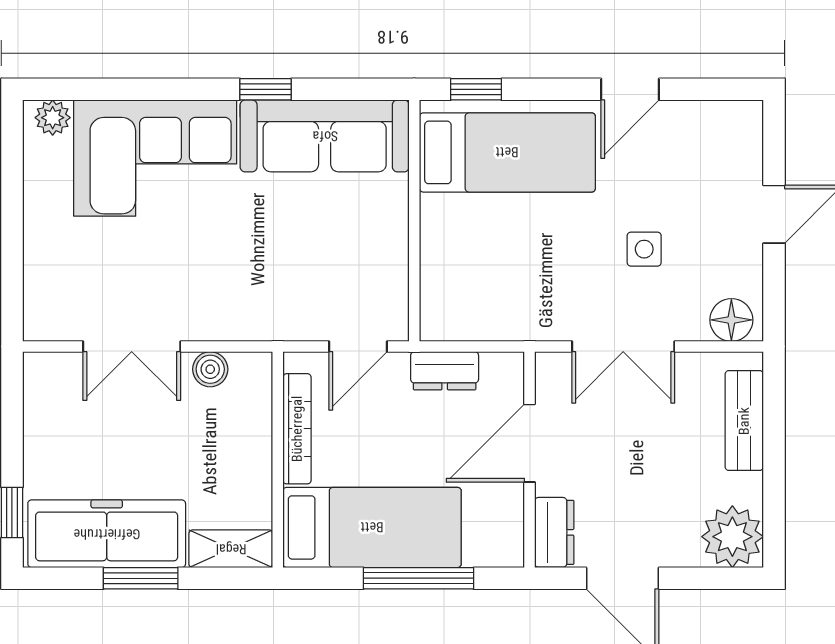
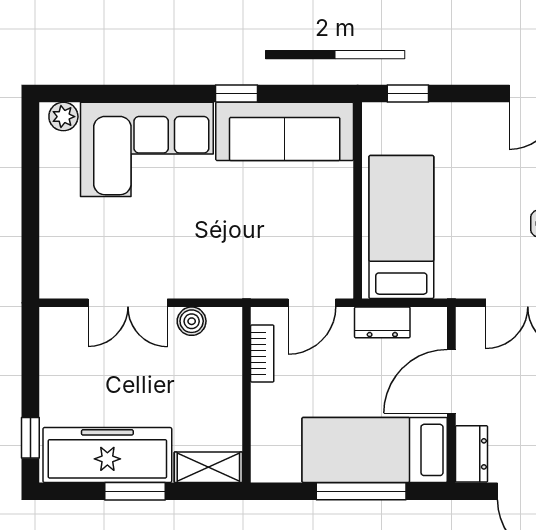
bed: (507, 152) -> (401, 227), moved, turned -90
bookcase: (297, 429) -> (262, 354), width x0.64
bed: (372, 527) -> (375, 450), moved, turned 180

